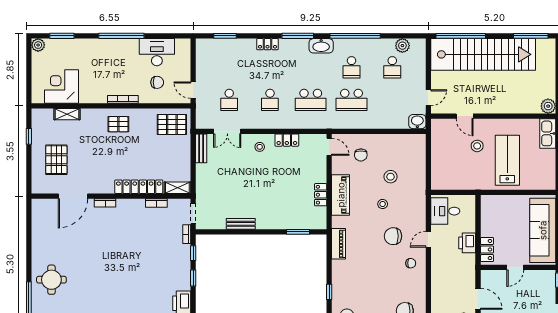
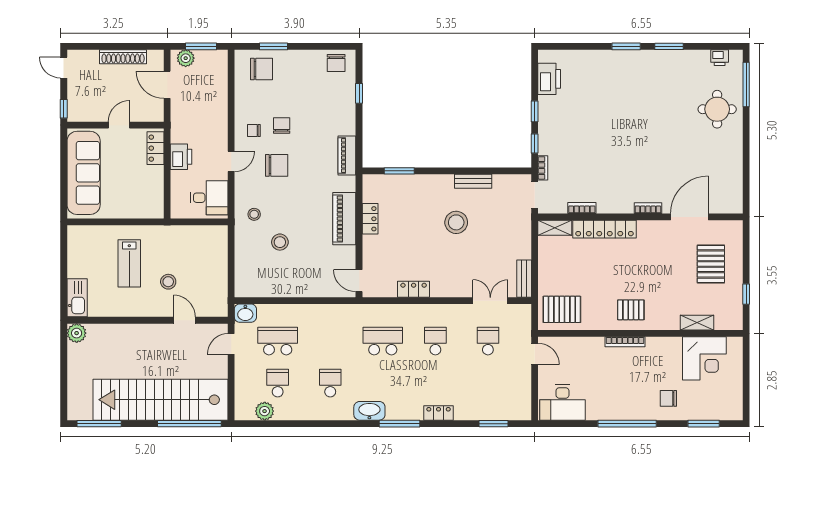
window: (355, 36) -> (326, 424), removed
plant: (38, 45) -> (734, 412), removed
desk: (157, 52) -> (562, 403), moved
chair: (157, 82) -> (668, 398), moved
school desk: (351, 100) -> (278, 341), moved
stool: (260, 147) -> (456, 222), moved, width x1.89, depth x1.89
chair: (361, 155) -> (282, 125), moved
lab bench: (507, 160) -> (129, 263), width x0.73, depth x0.72
stool: (383, 204) -> (254, 214), moved

